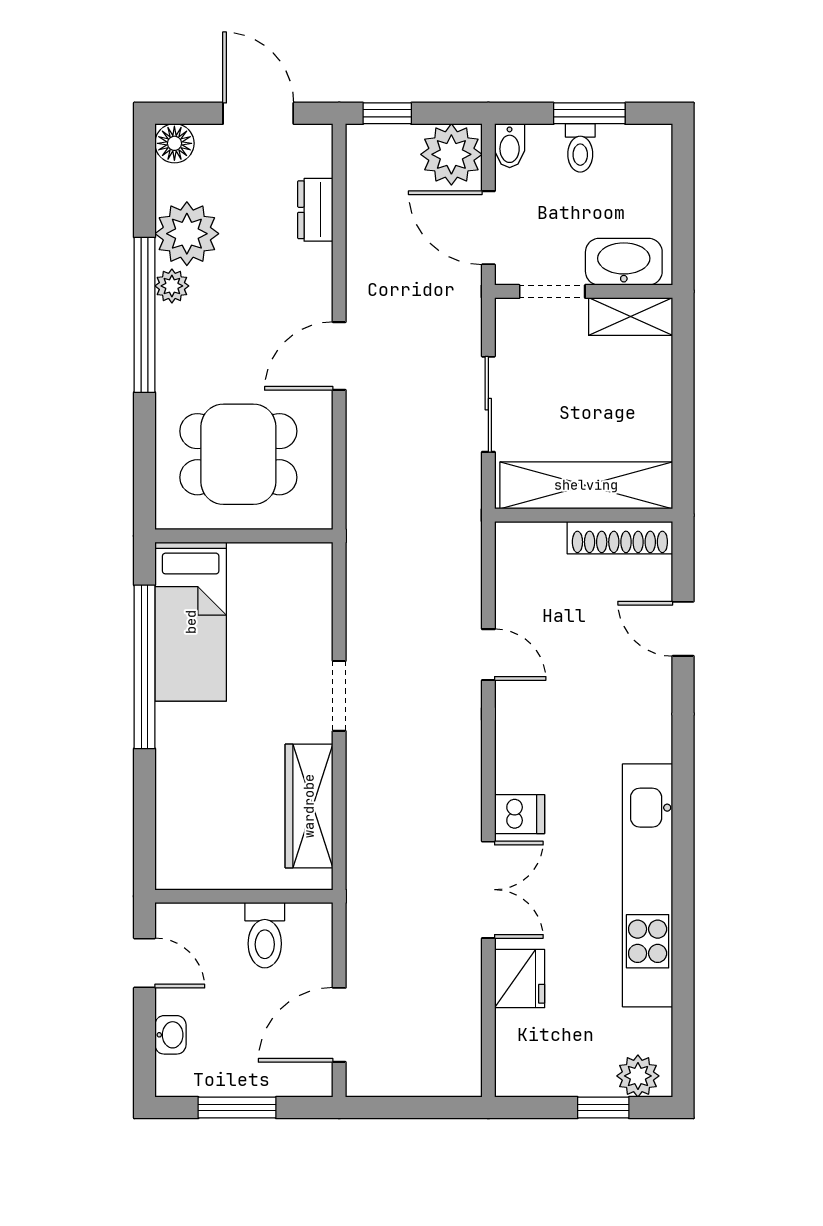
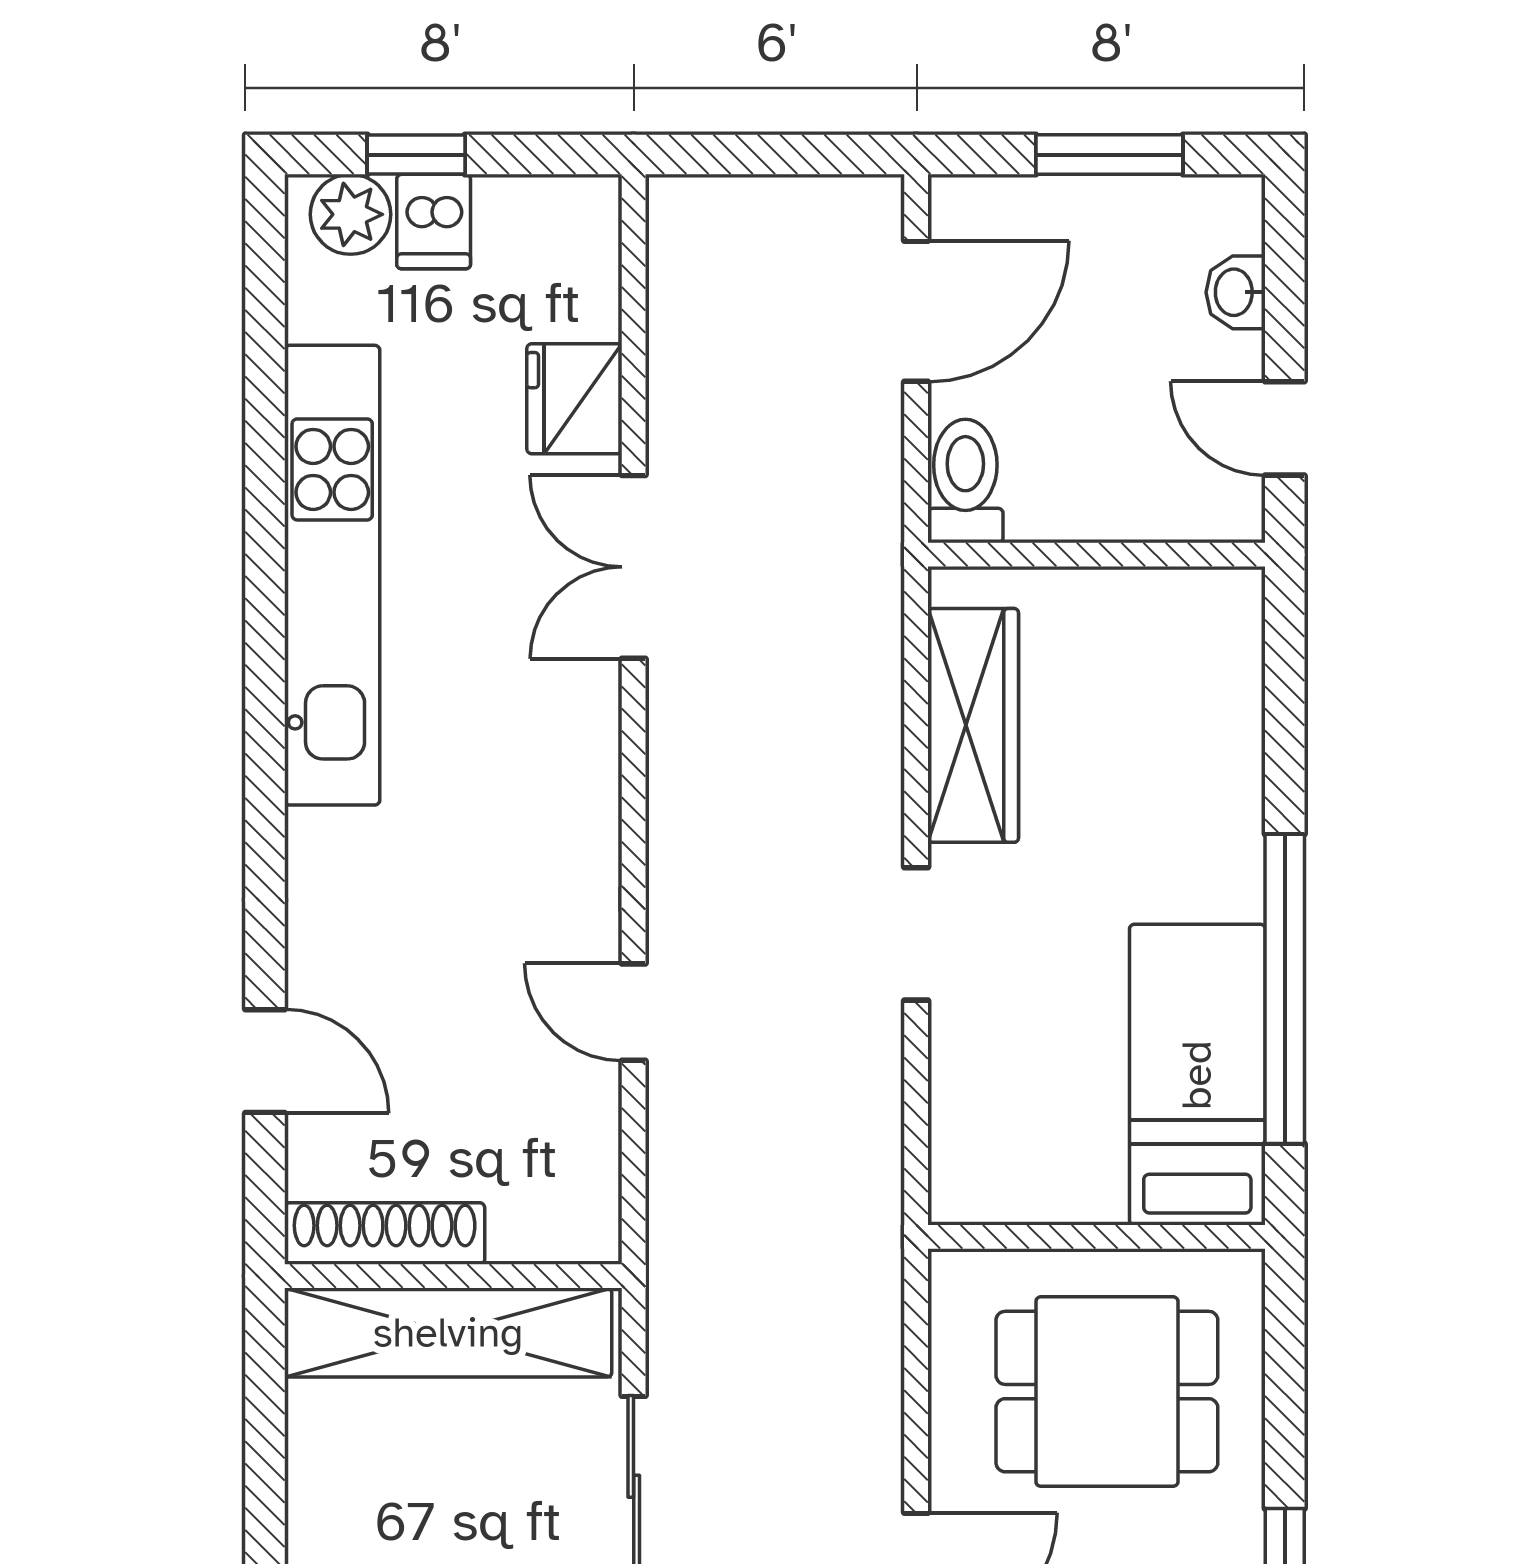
dishwasher: (520, 814) -> (434, 222), moved, turned -90
toilet: (265, 935) -> (965, 481), moved

